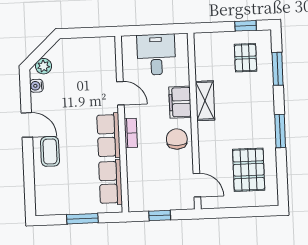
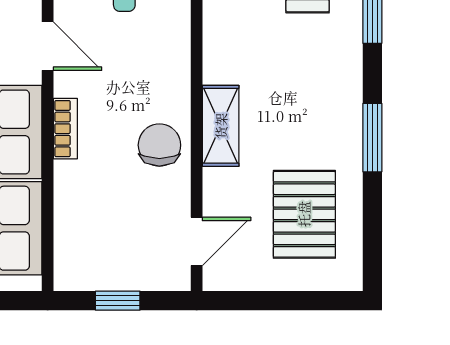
shelving: (205, 101) -> (221, 126), moved
filing cabinet: (180, 102) -> (169, 70), removed
door: (197, 185) -> (197, 241), hinge flipped

